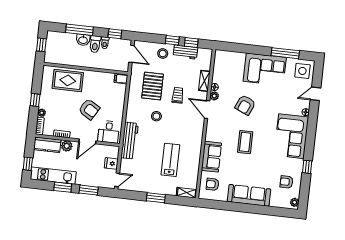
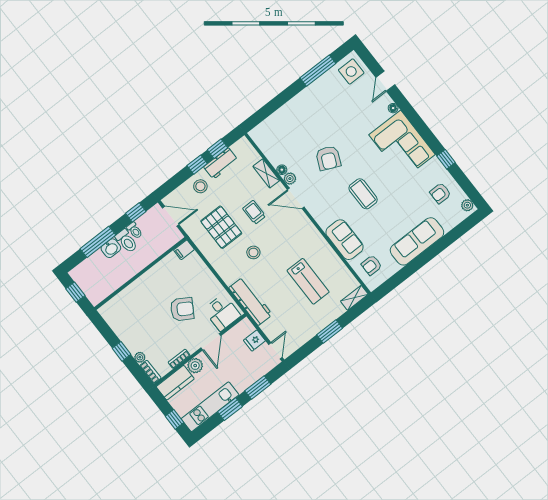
corner sofa: (265, 69) -> (313, 105), removed
rug: (68, 80) -> (134, 302), removed
lab bench: (170, 160) -> (308, 281), turned 180

